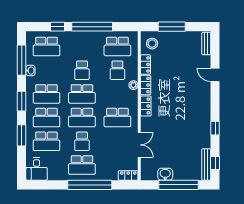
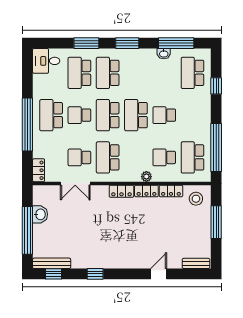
window: (92, 27) -> (216, 147), moved
school desk: (46, 94) -> (79, 157), moved, width x0.54

